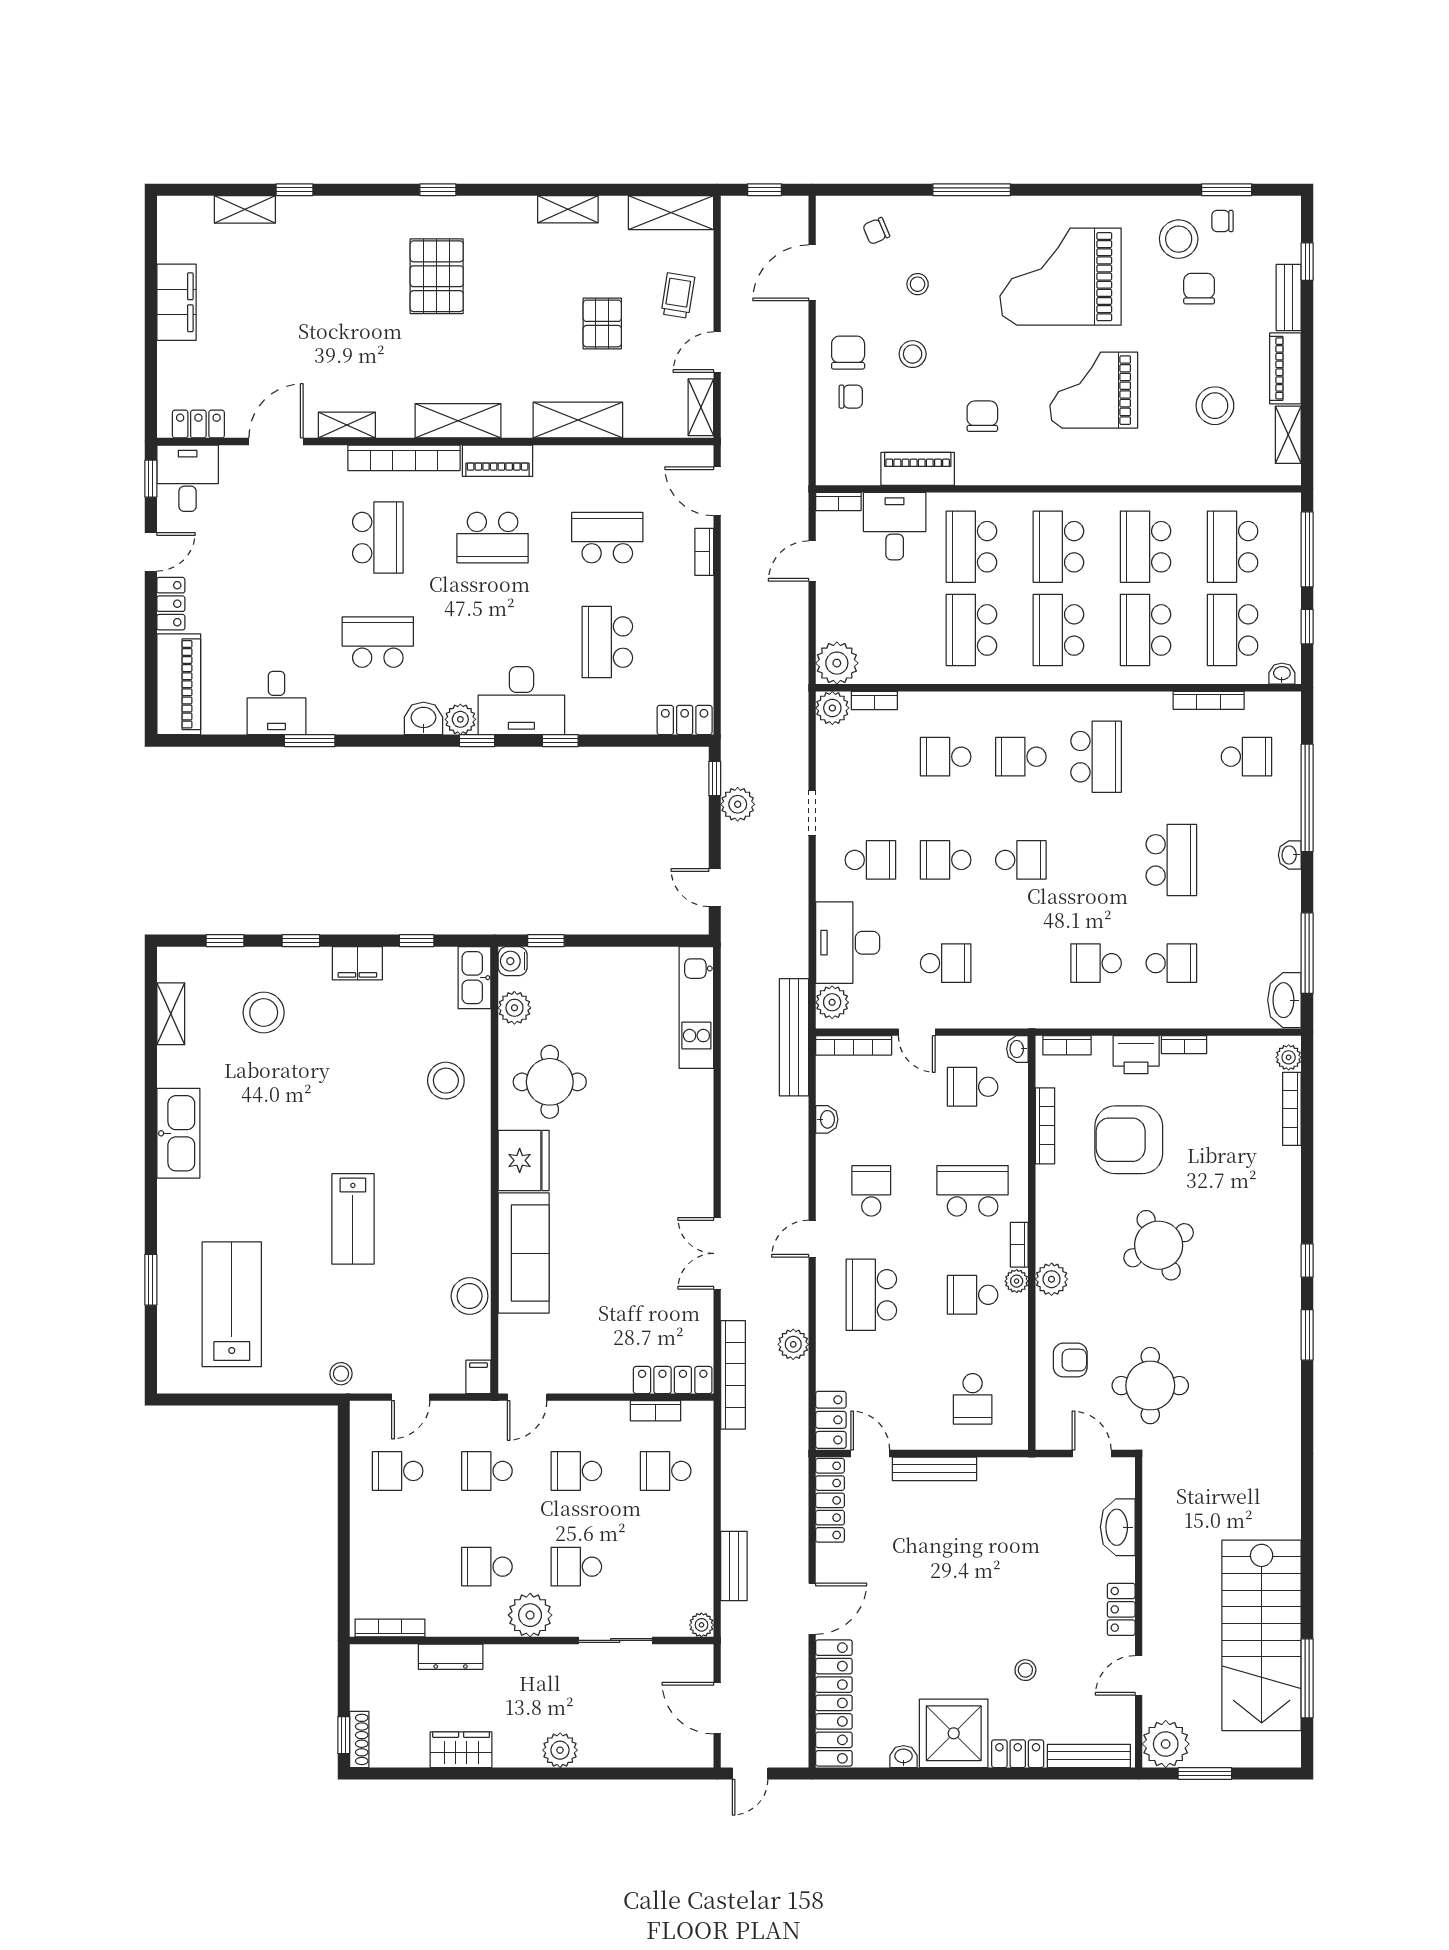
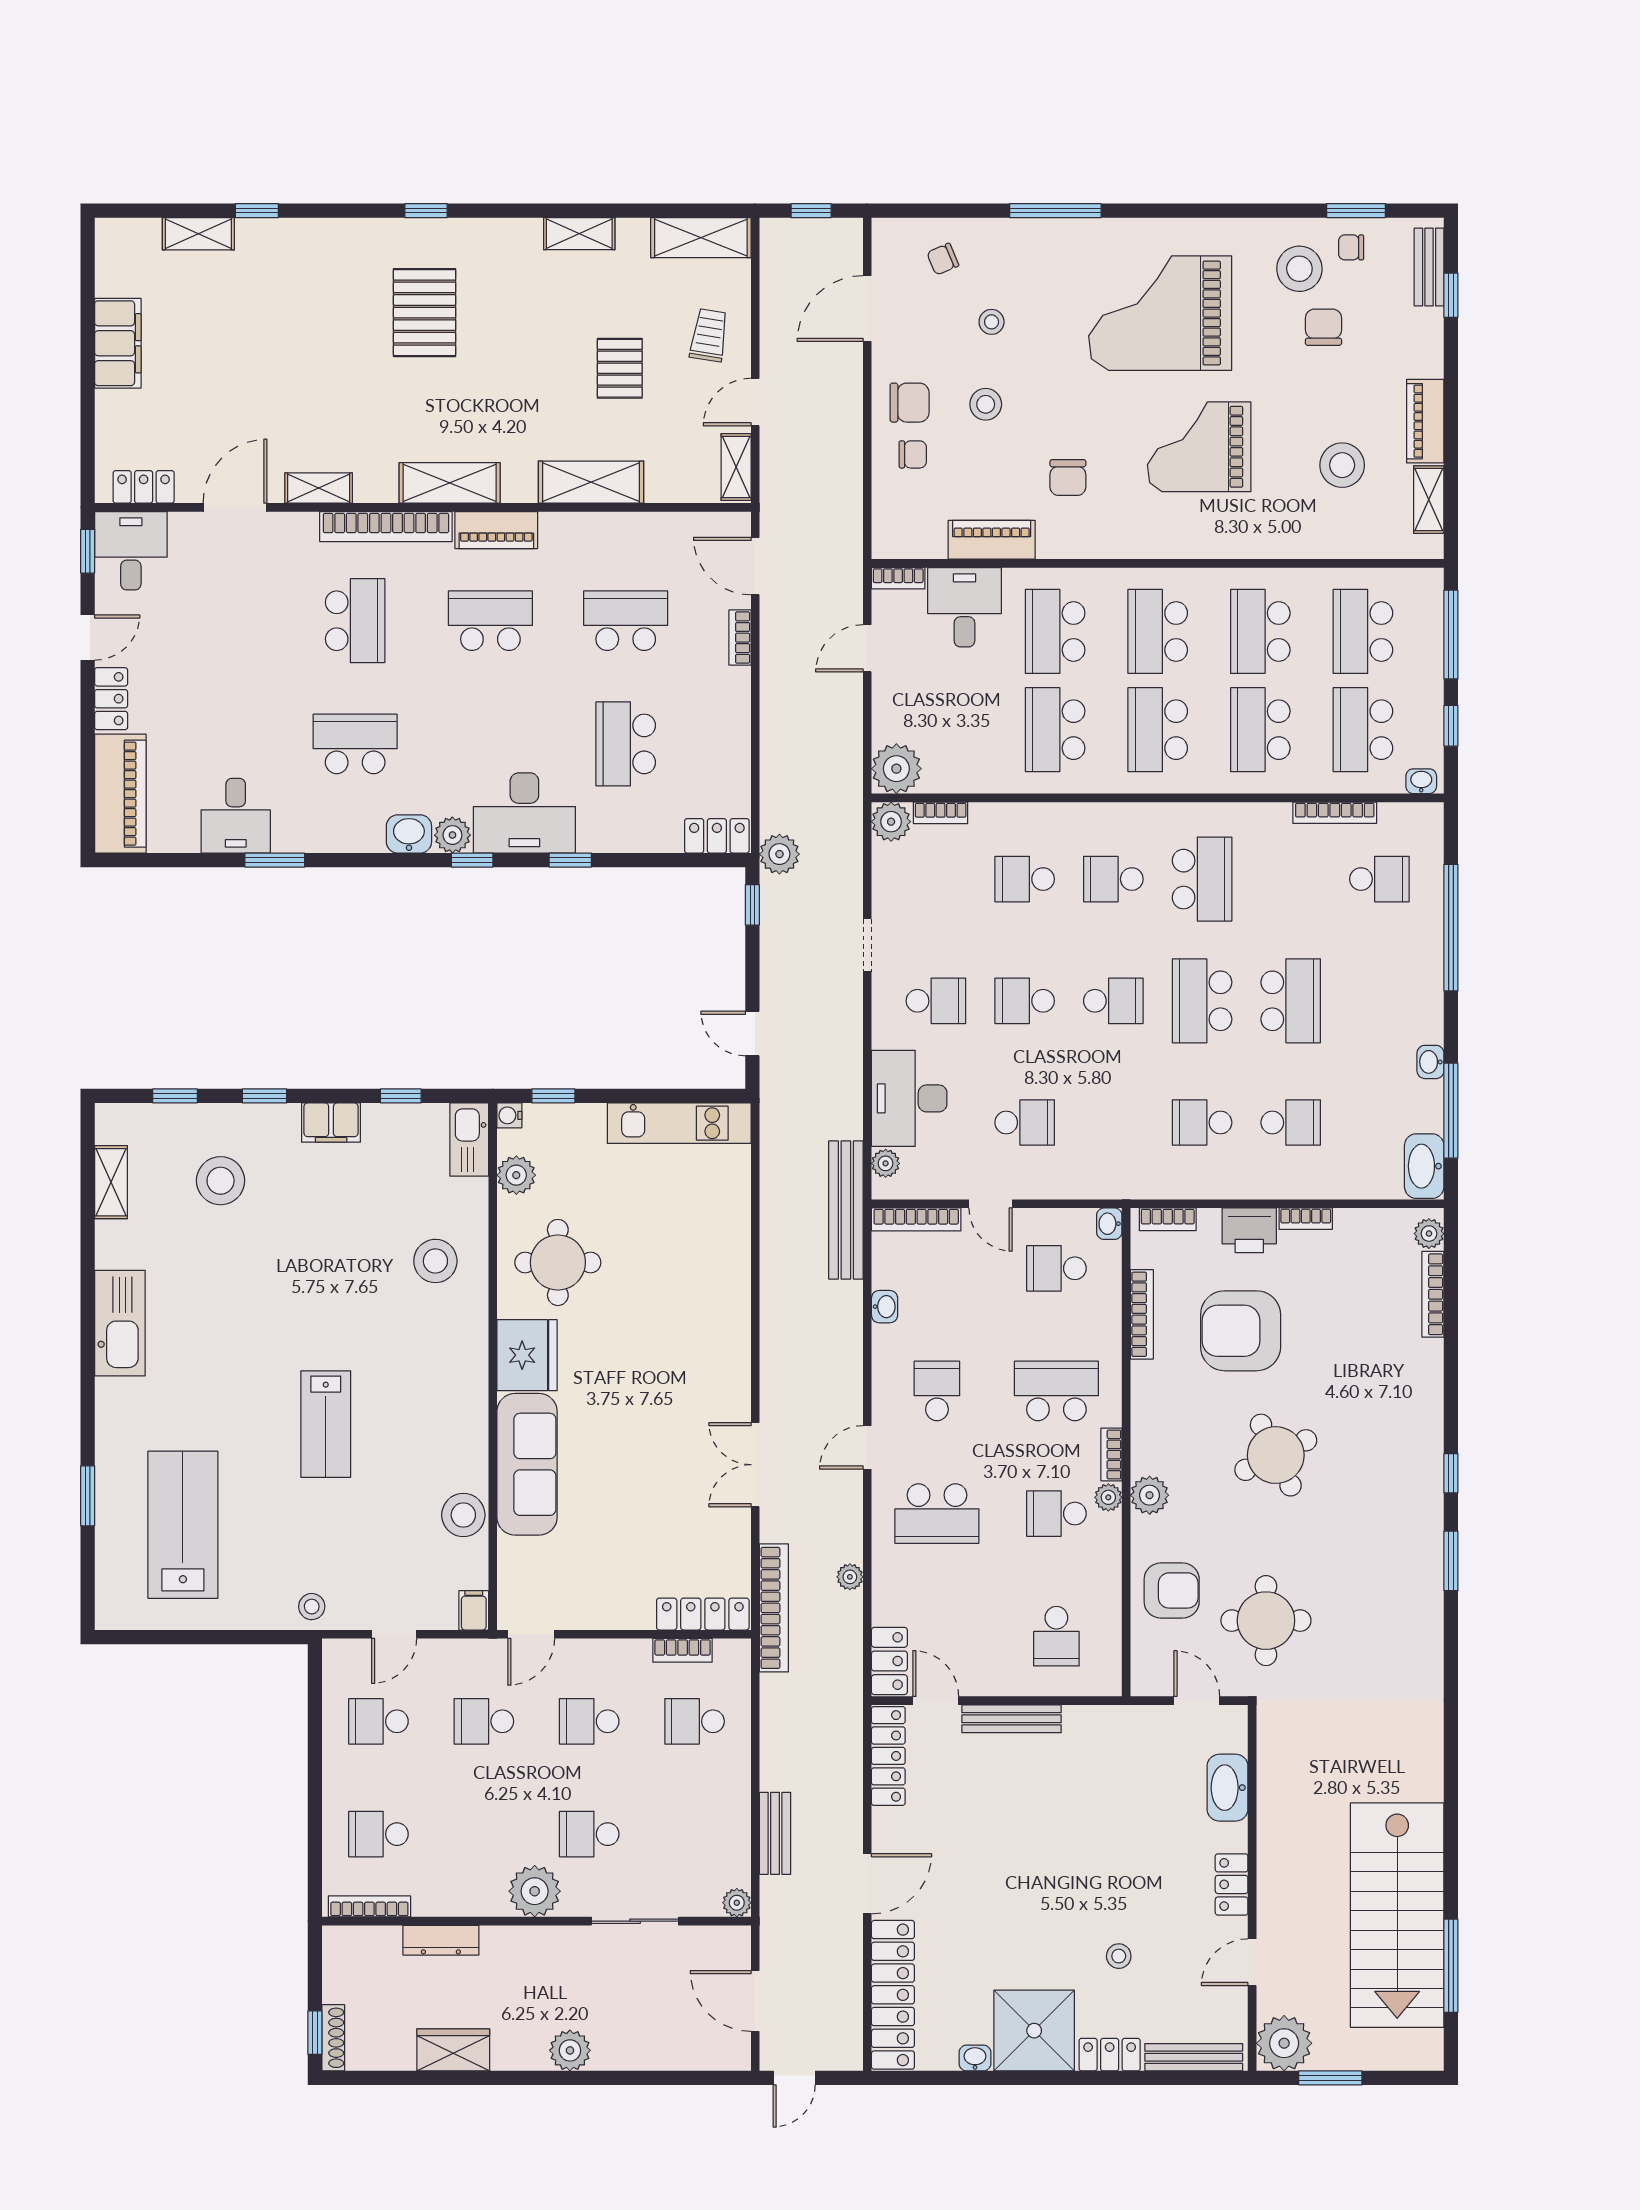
bench: (1289, 297) -> (1429, 267), moved
chair: (848, 353) -> (910, 403), turned 90
chair: (982, 416) -> (1068, 478), turned 180
school desk: (493, 538) -> (490, 621), turned 180
plant: (738, 804) -> (779, 854), moved
washbasin: (1290, 855) -> (1430, 1062), moved
school desk: (1096, 860) -> (1202, 1001), added
water cooler: (513, 961) -> (509, 1115), width x0.72, depth x0.72
plant: (832, 1002) -> (886, 1163), width x0.73, depth x0.73
kitchen unit: (696, 1008) -> (679, 1123), moved, turned -90
school desk: (871, 1295) -> (937, 1514), turned -90
plant: (793, 1344) -> (850, 1577), width x0.73, depth x0.73
armchair: (1070, 1360) -> (1172, 1590), width x1.38, depth x1.38
school desk: (487, 1567) -> (378, 1834), moved

